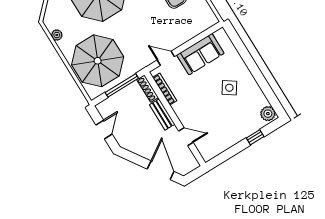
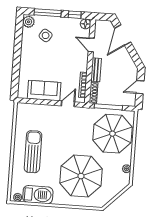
door: (166, 58) -> (68, 104), swing flipped
side table: (229, 88) -> (46, 35), moved
window: (255, 137) -> (48, 13), width x2.17
floor lamp: (208, 154) -> (86, 24), added
window: (226, 155) -> (75, 15), added

